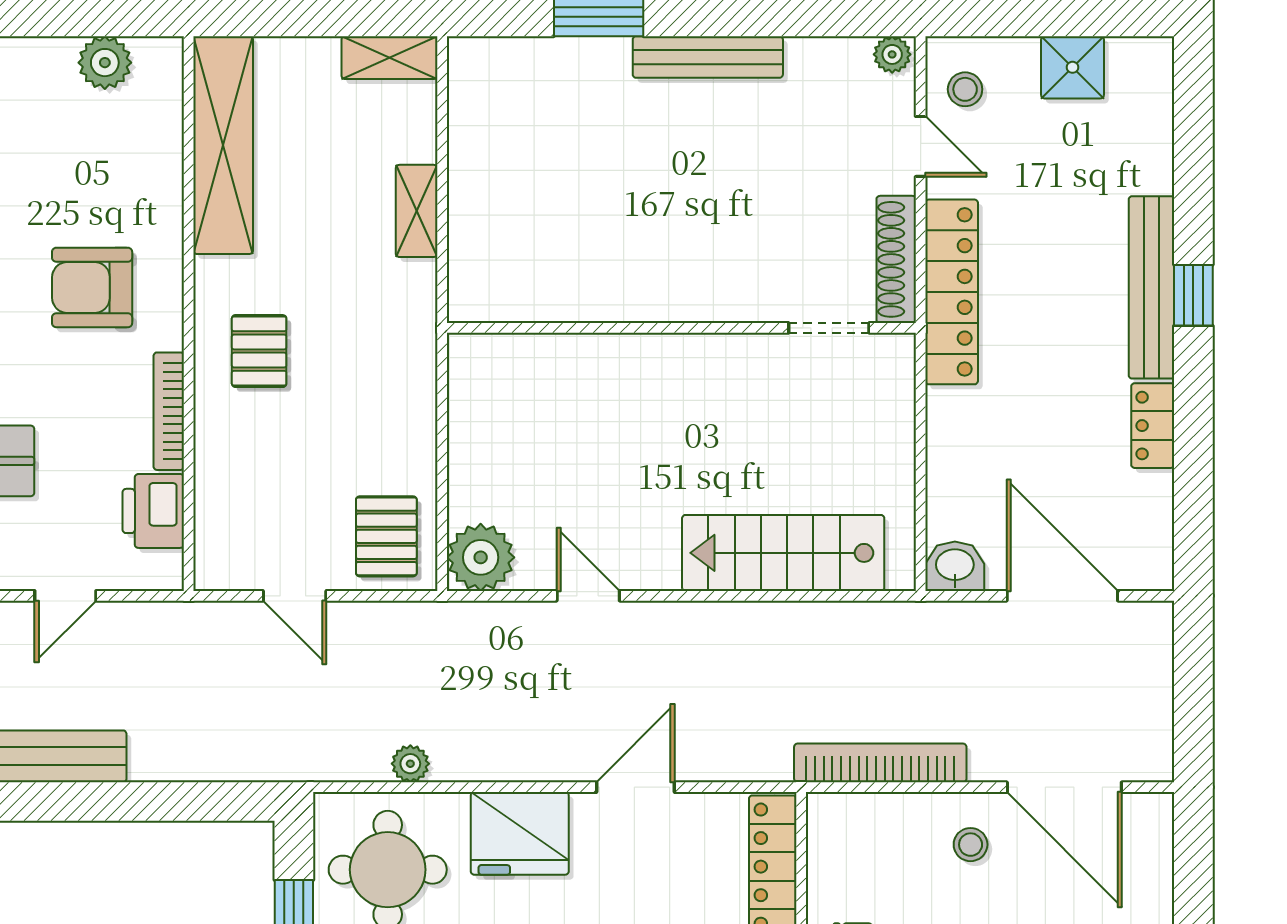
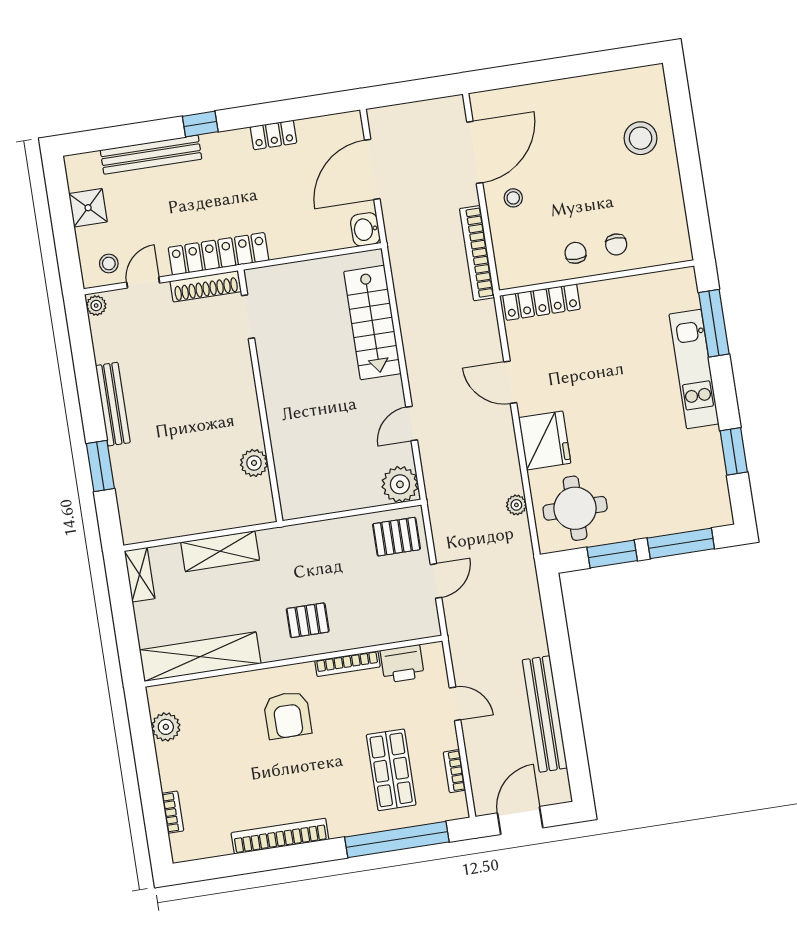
shelving: (417, 211) -> (220, 551), width x1.50, depth x1.33
bench: (1152, 287) -> (151, 155), moved
plant: (561, 298) -> (254, 463), added

